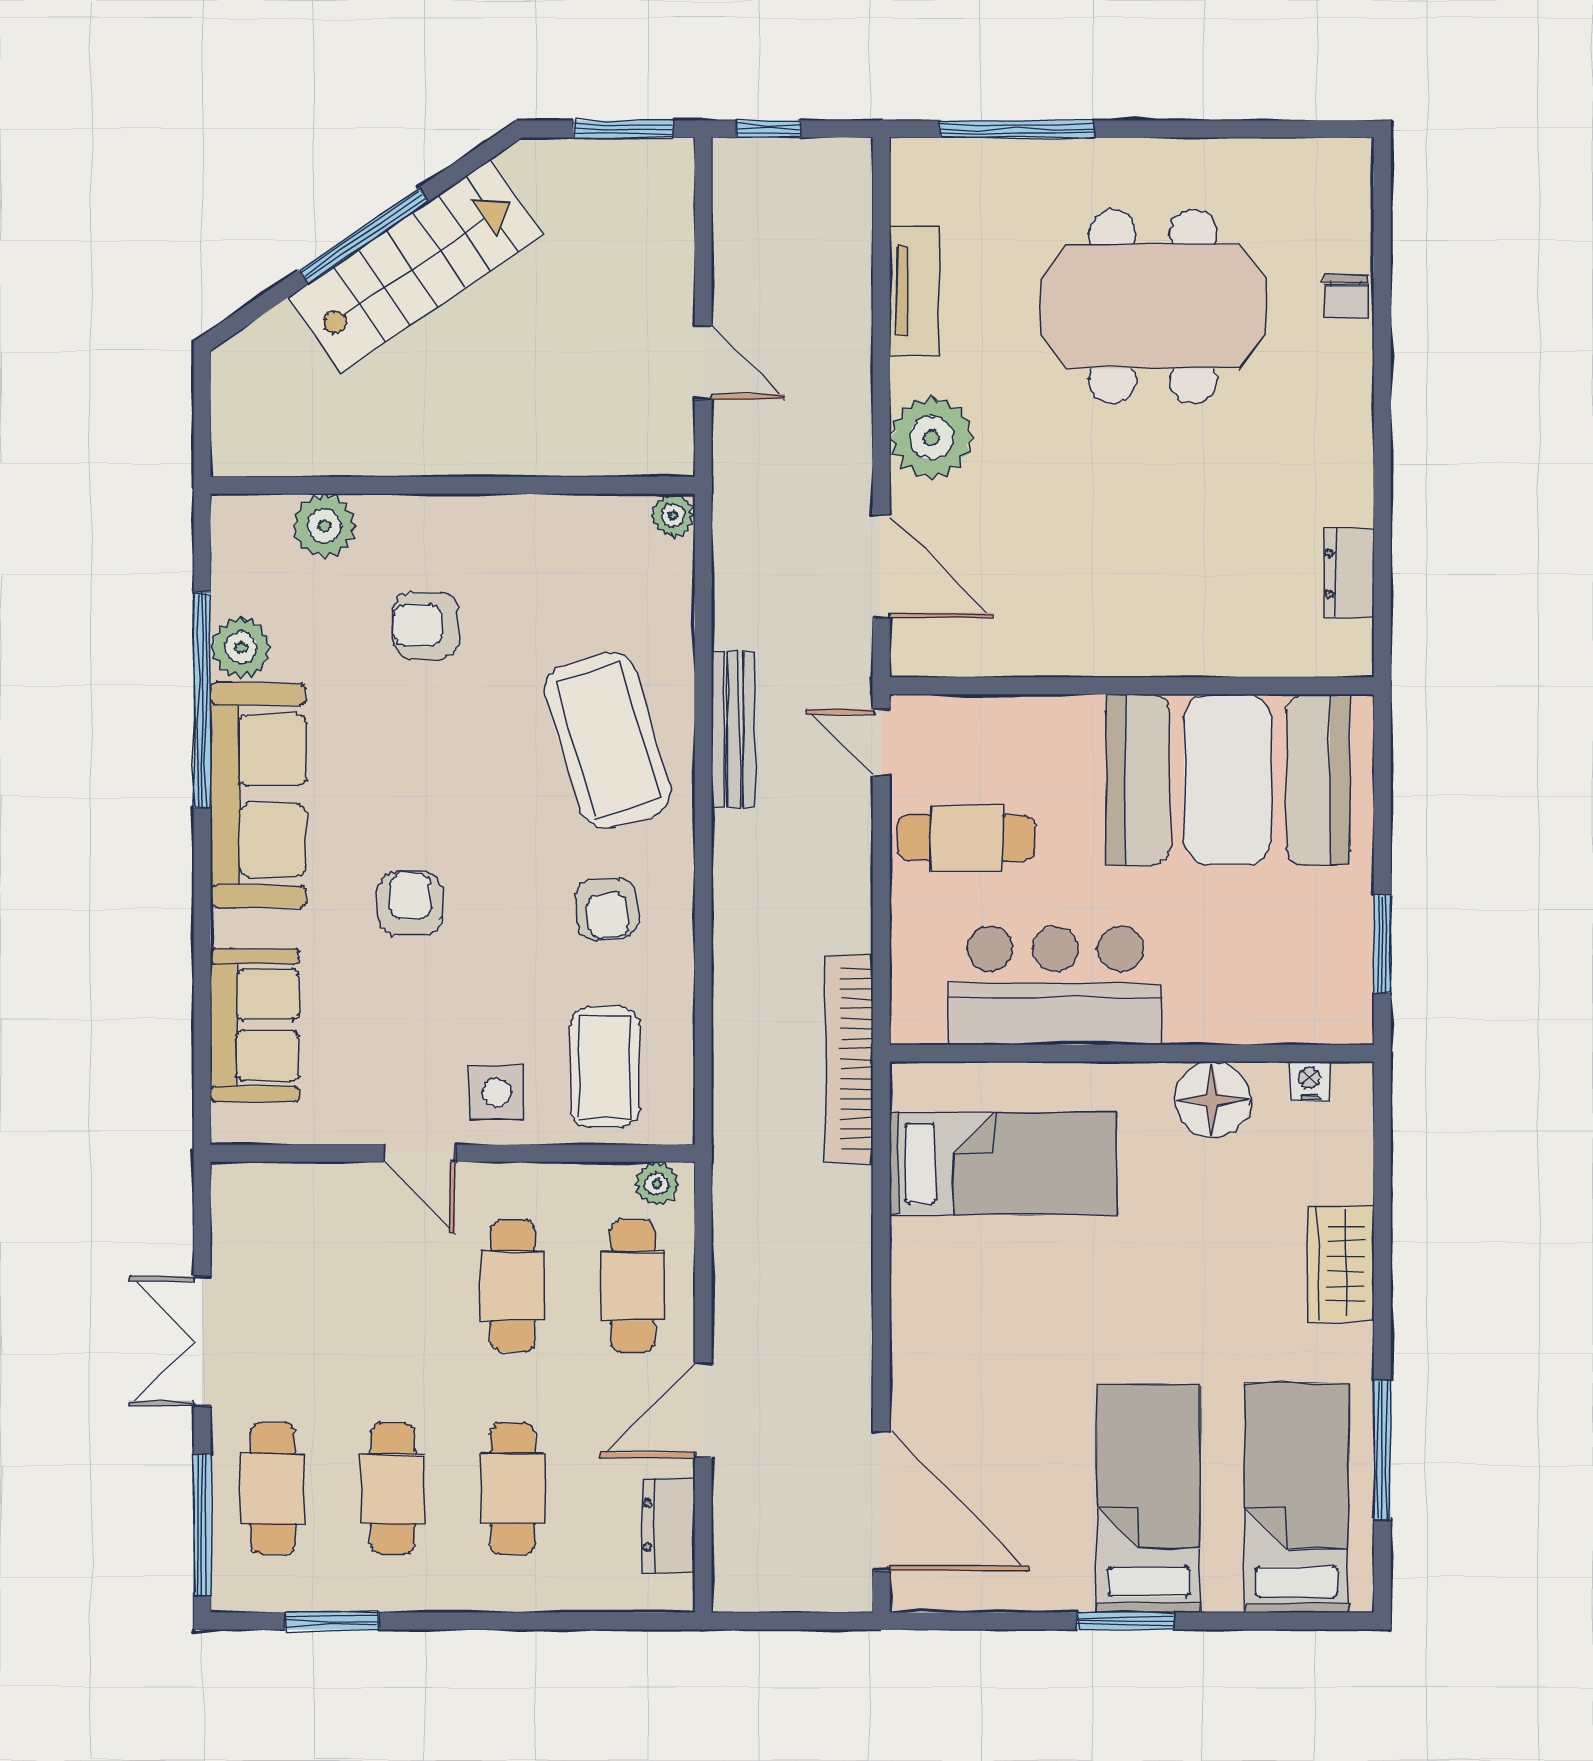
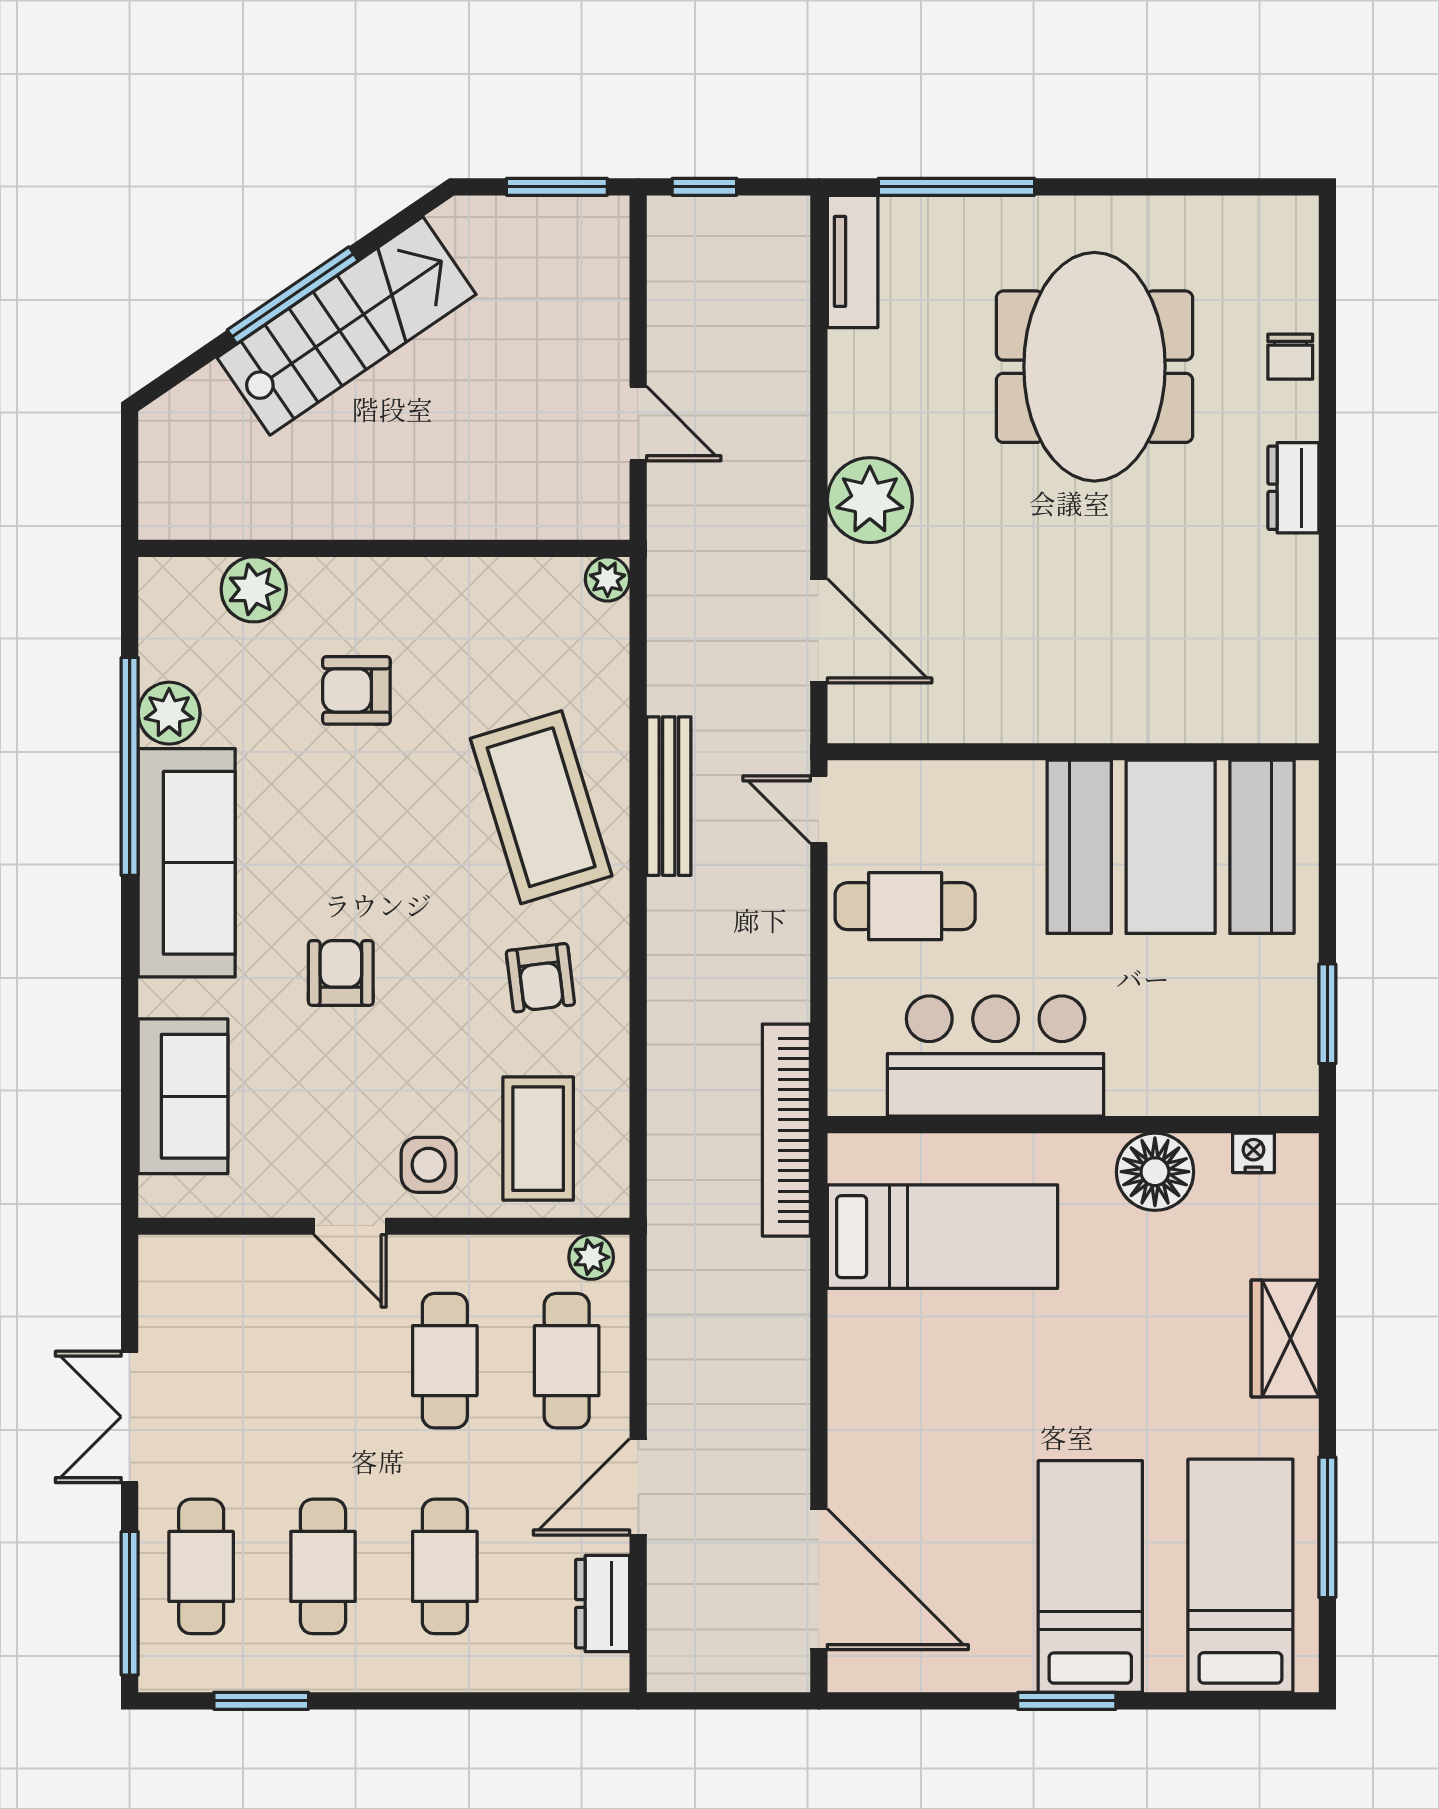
tv unit: (914, 291) -> (853, 261), moved
meeting table: (1153, 306) -> (1094, 367), turned 90
dresser: (1349, 574) -> (1293, 488), moved

